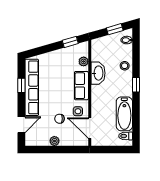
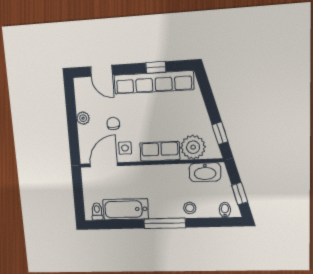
plant: (84, 61) -> (193, 147), width x1.87, depth x1.87
washbasin: (98, 73) -> (205, 172), moved
window: (136, 85) -> (165, 223), width x2.17

